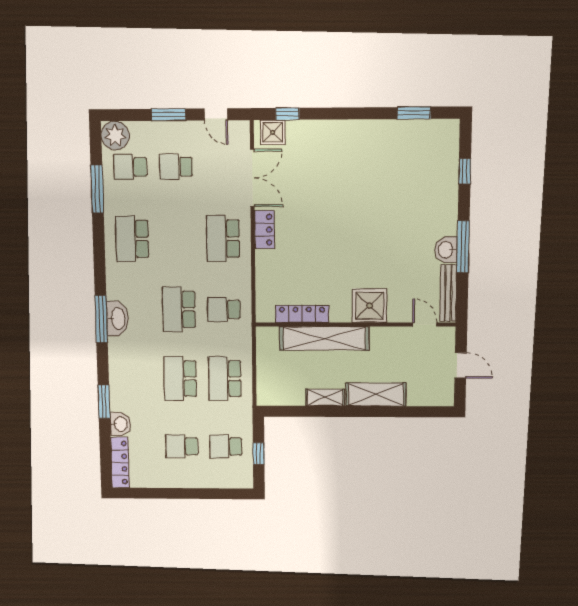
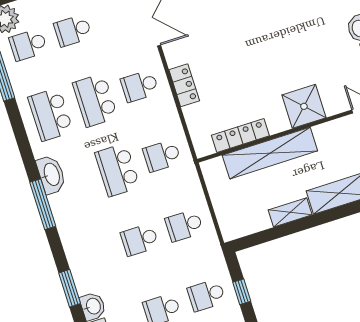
locker: (264, 230) -> (184, 85), moved
school desk: (177, 239) -> (95, 100), added
school desk: (223, 239) -> (140, 86), width x0.54
washbasin: (117, 319) -> (51, 175), moved
school desk: (180, 379) -> (140, 240), width x0.54
school desk: (225, 379) -> (184, 225), width x0.54

